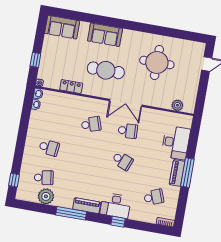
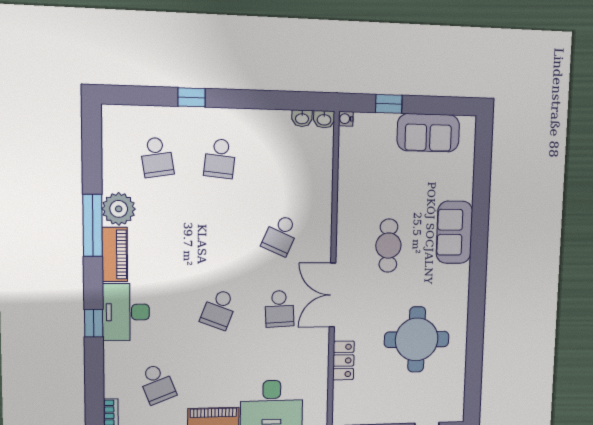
sofa: (62, 27) -> (428, 133), moved, turned -90
cafe table: (106, 70) -> (388, 246), width x0.73, depth x0.74
locker: (71, 87) -> (343, 361), moved
plant: (177, 105) -> (343, 393), removed
school desk: (91, 124) -> (281, 235), turned 42
window: (14, 180) -> (192, 97), moved
plant: (46, 196) -> (119, 209), moved

